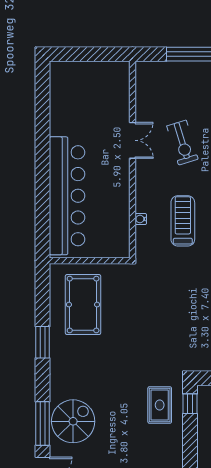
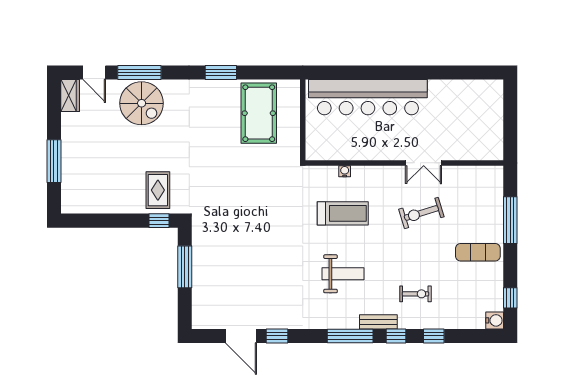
pool table: (83, 305) -> (259, 113), turned 90
rug: (160, 405) -> (158, 190), turned 90

